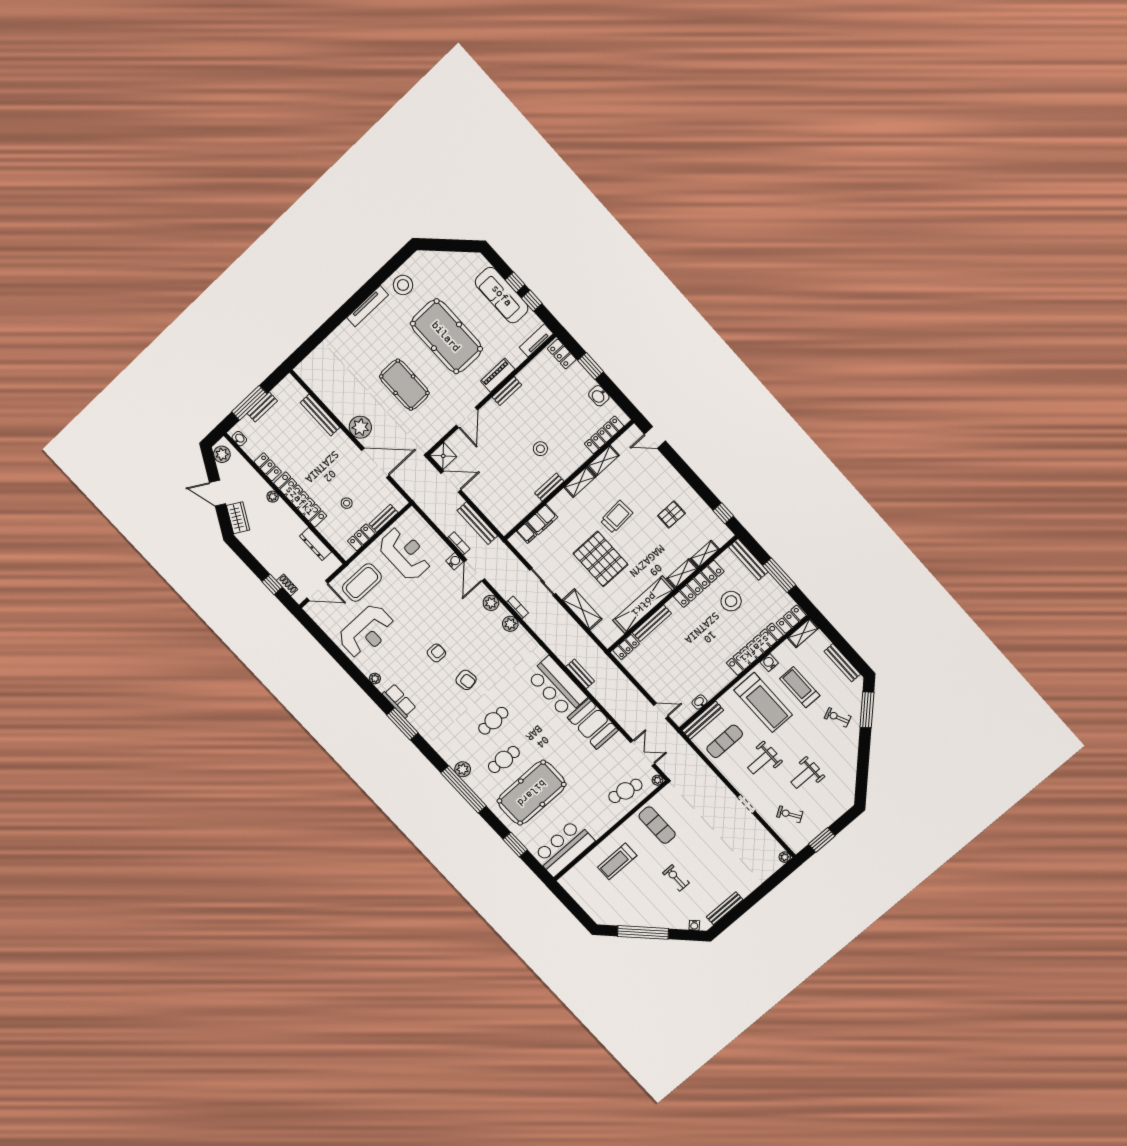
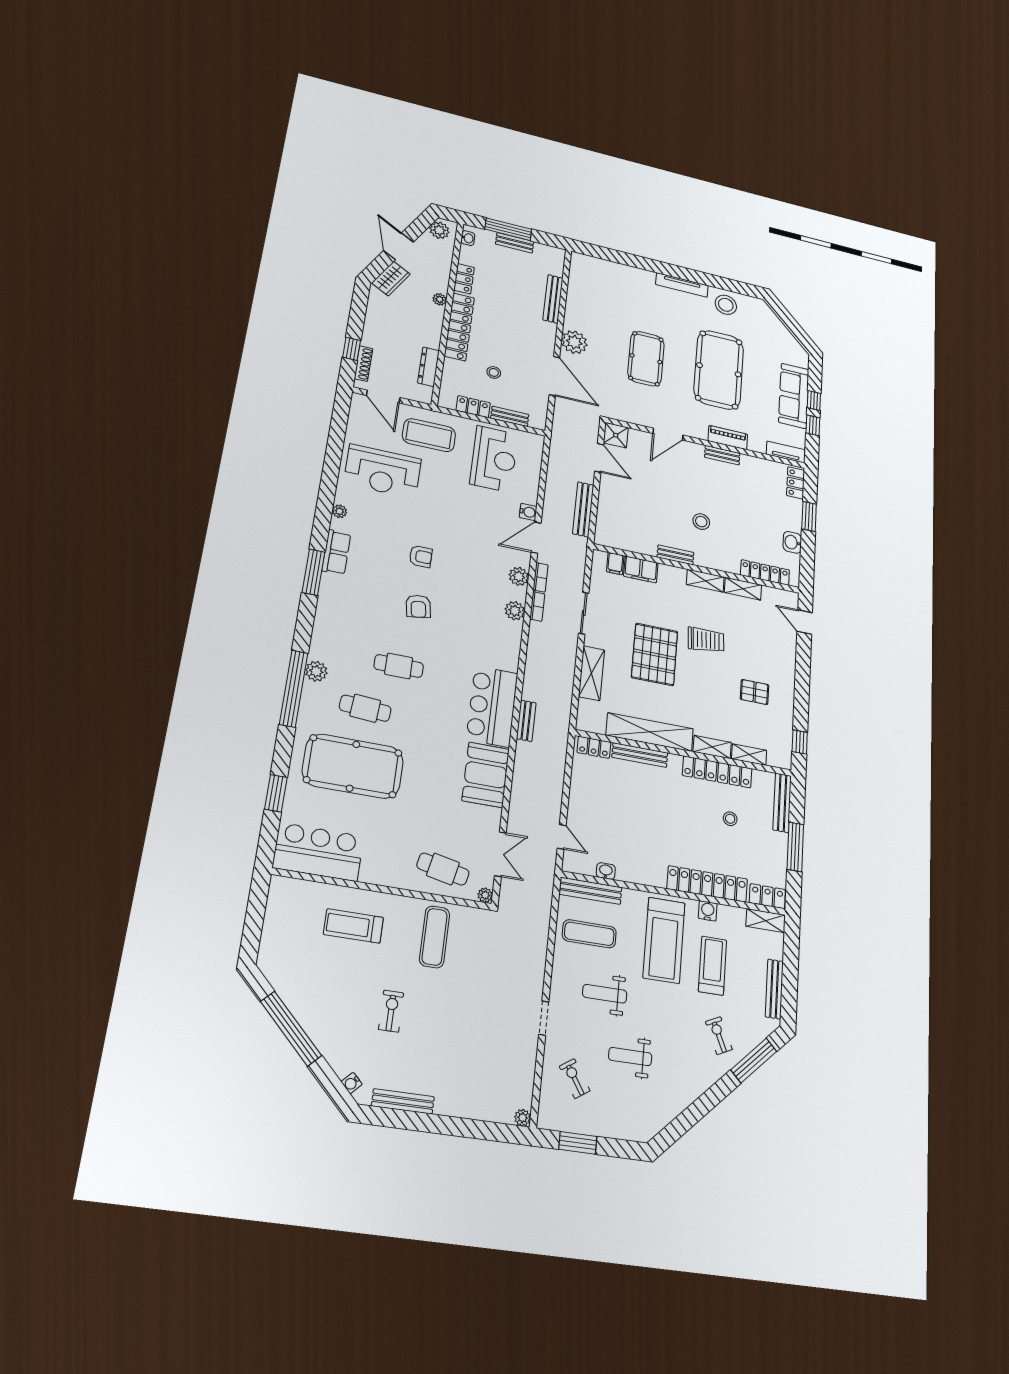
bookcase: (459, 543) -> (541, 577), moved
shoe rack: (287, 585) -> (364, 364), width x1.43
stool: (731, 601) -> (730, 819), width x0.53, depth x0.53

